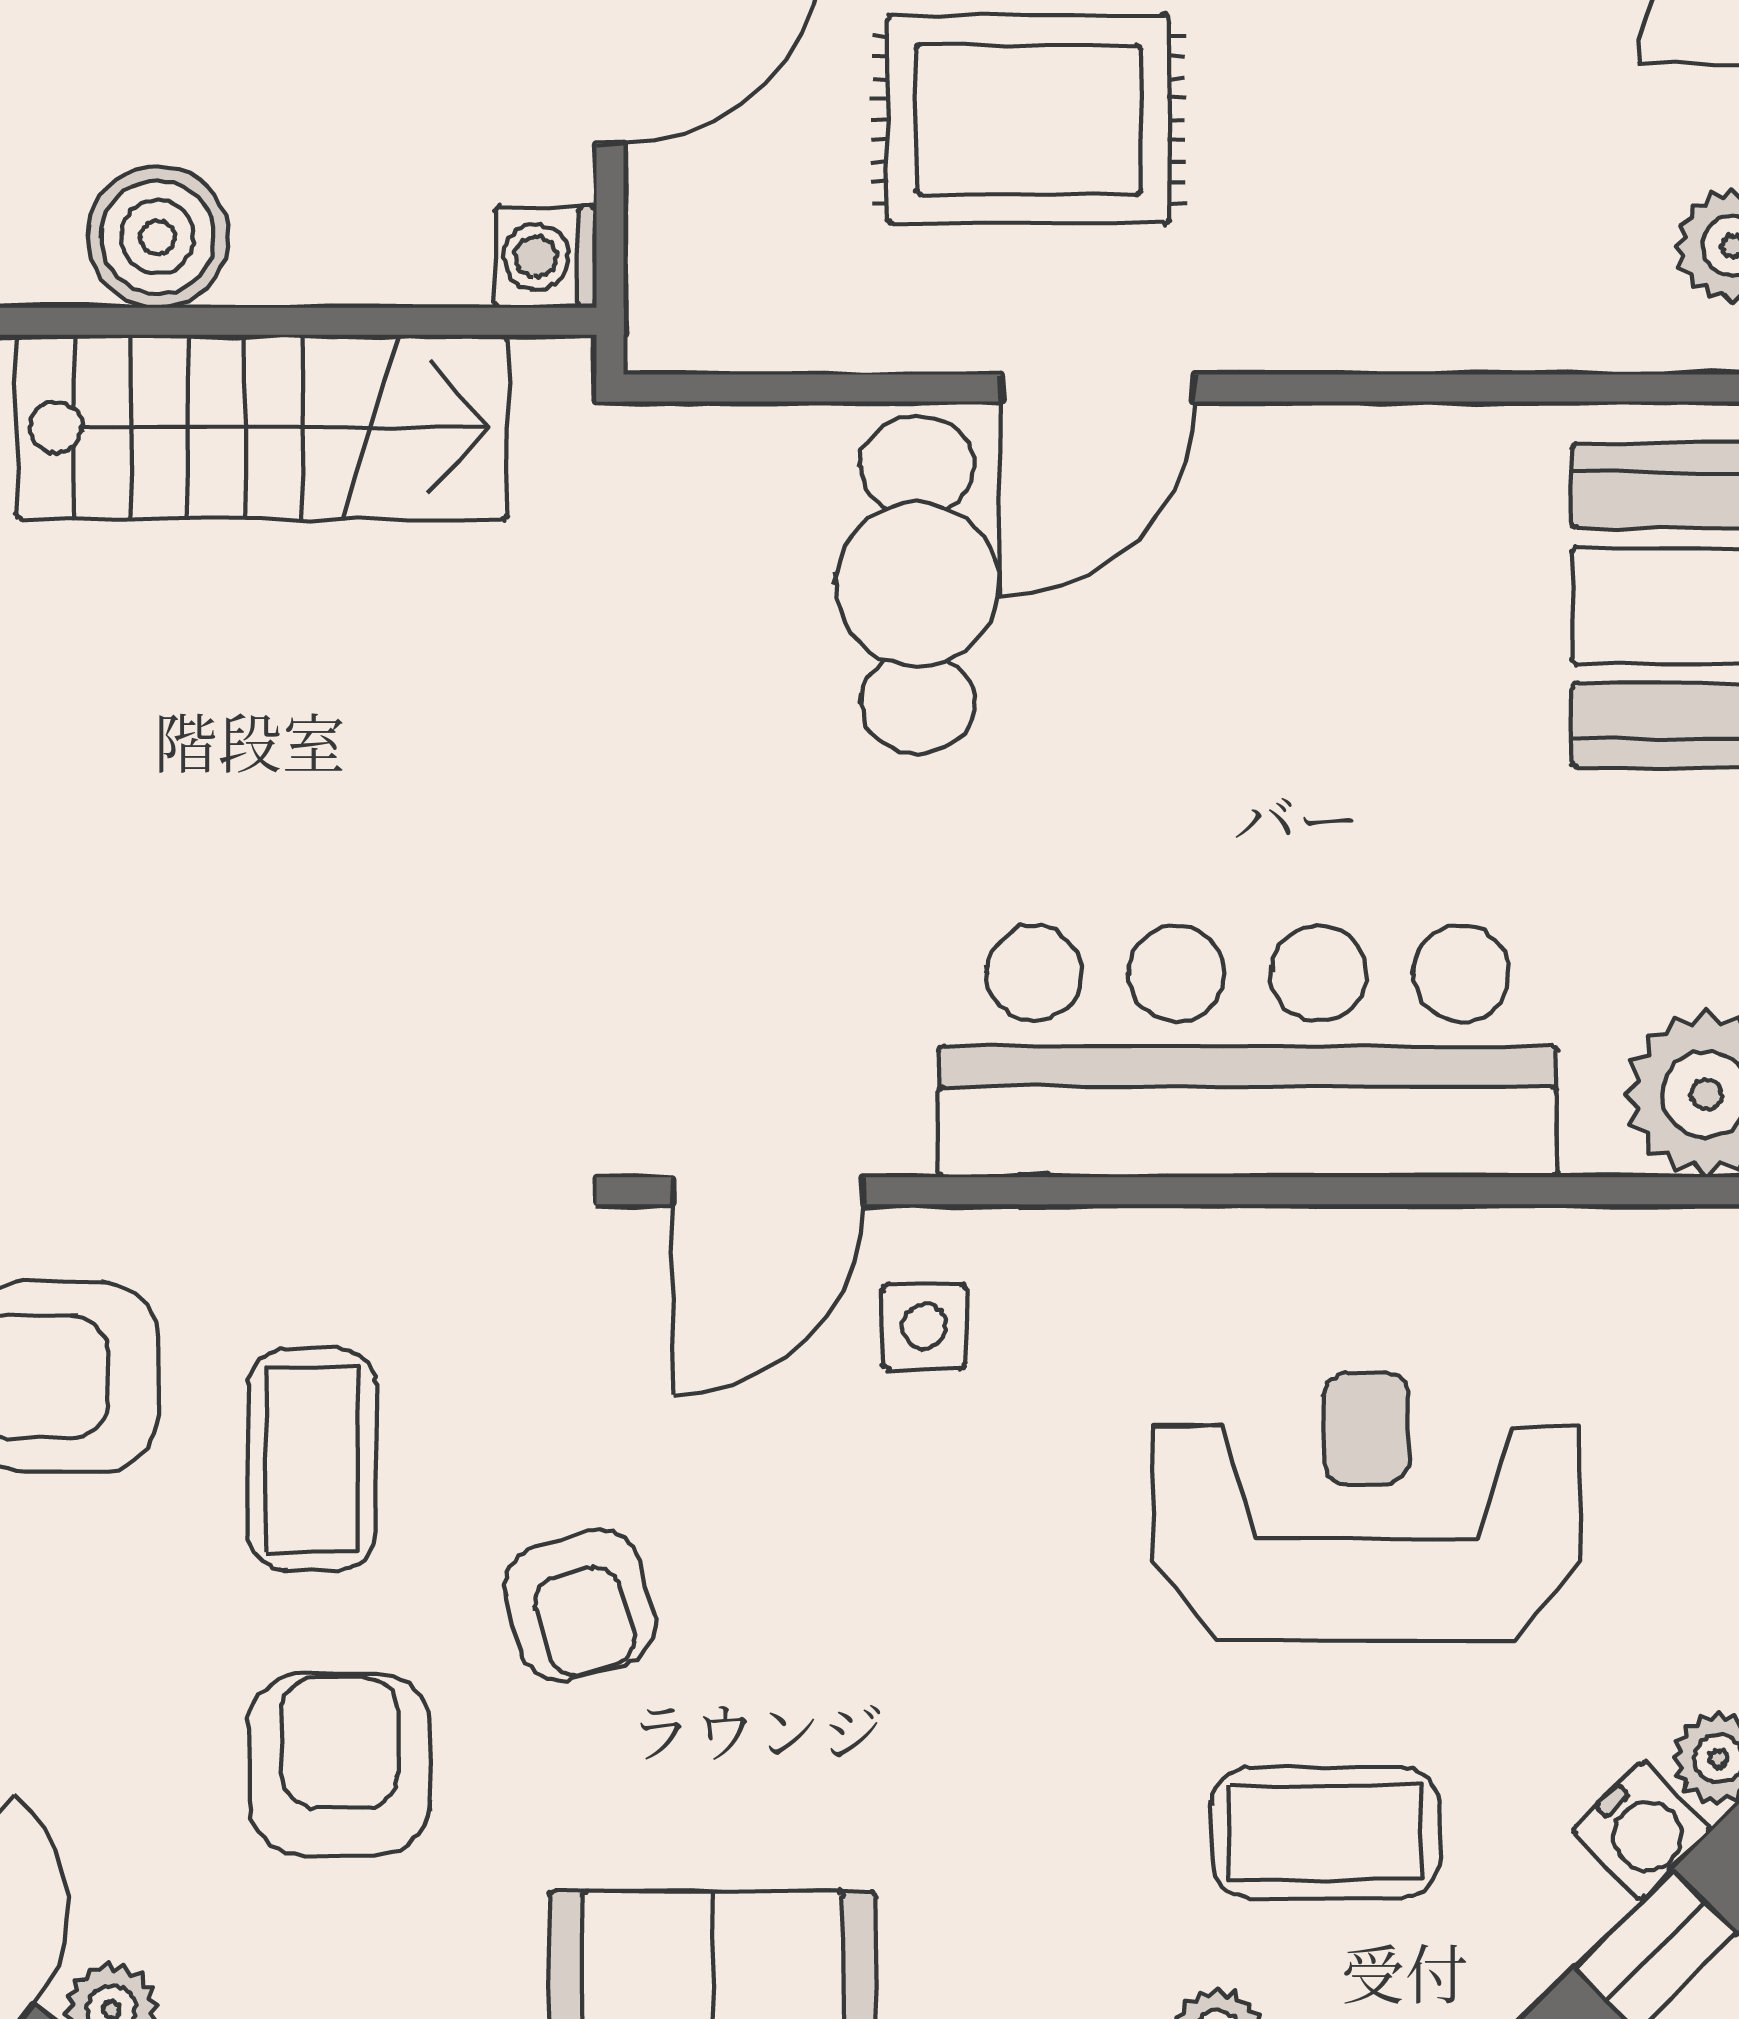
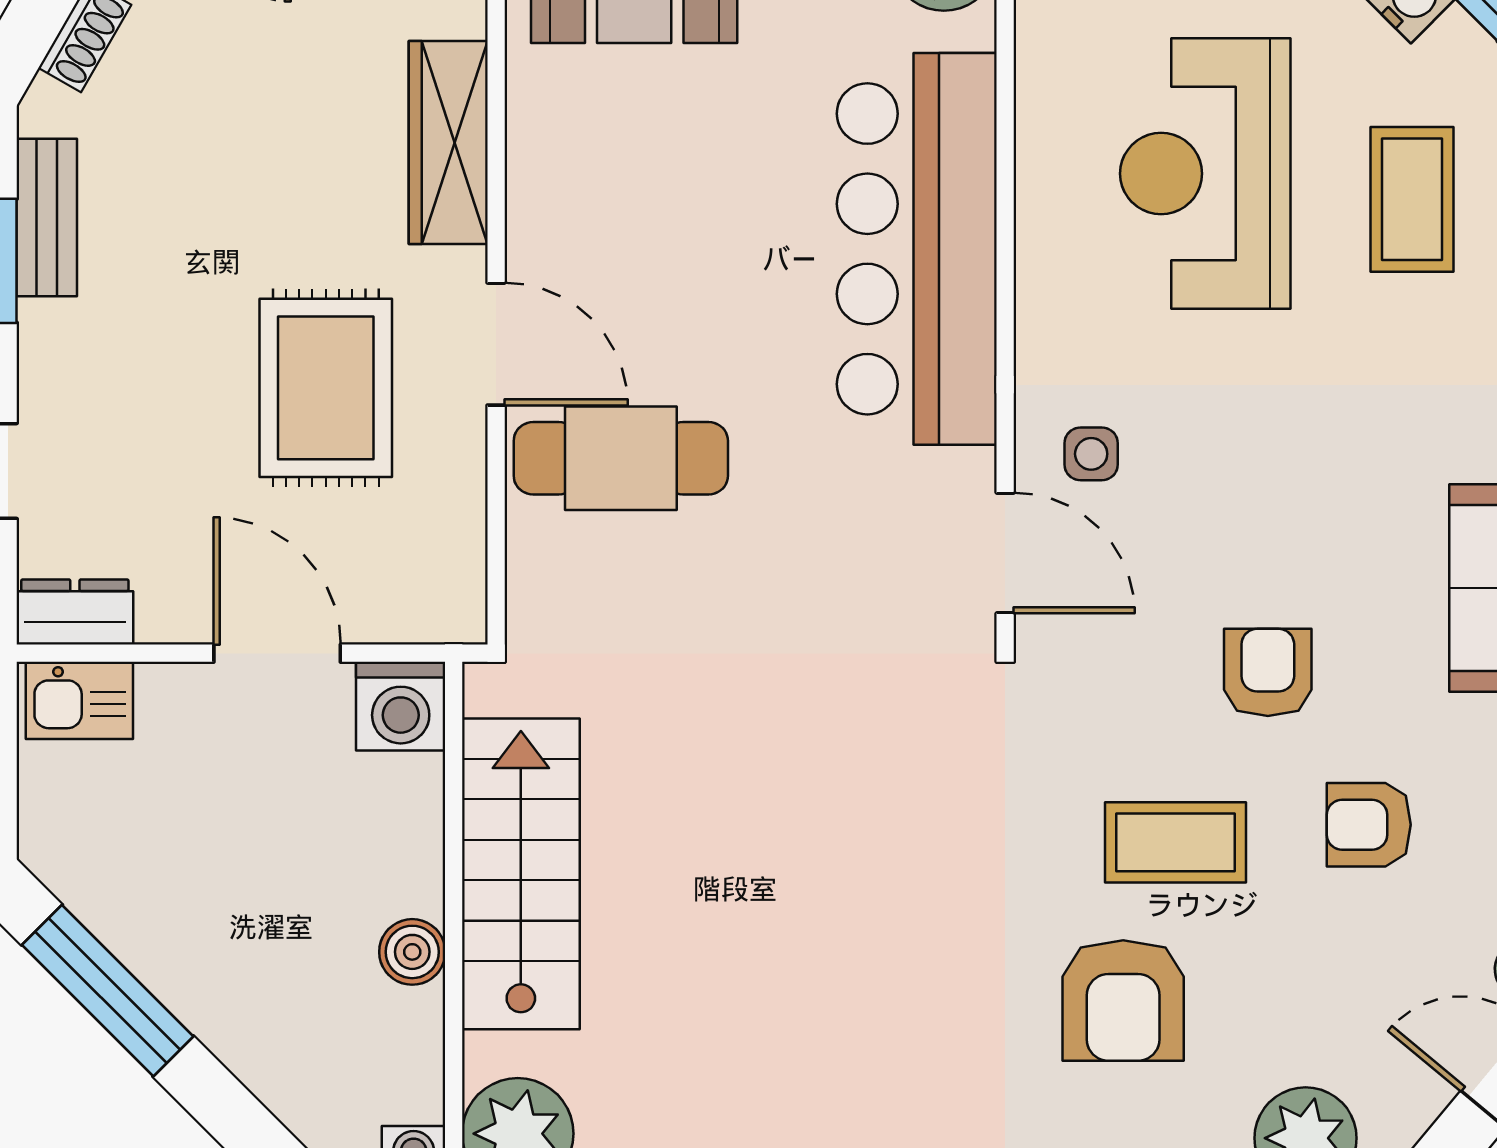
boiler: (158, 237) -> (412, 952), width x0.73, depth x0.73
washing machine: (546, 257) -> (401, 706), width x1.38, depth x1.38
wardrobe: (1415, 313) -> (448, 142), added
armchair: (580, 1605) -> (1268, 672), turned -74
armchair: (340, 1764) -> (1369, 825), width x0.72, depth x0.72

